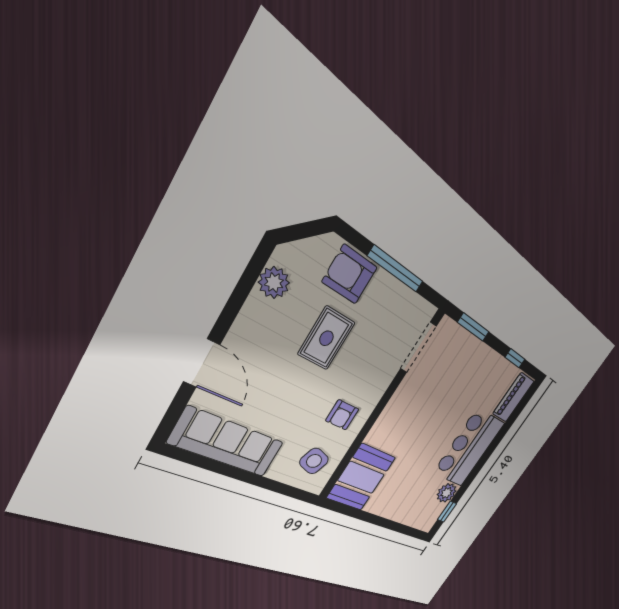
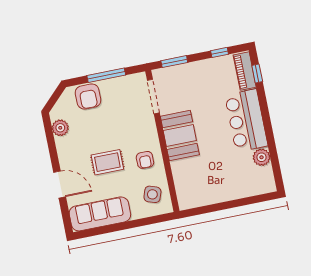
armchair: (350, 275) -> (88, 96), turned -90
rug: (326, 338) -> (107, 162), moved, turned 90
booth: (361, 478) -> (180, 136), moved
window: (447, 512) -> (257, 73), moved

